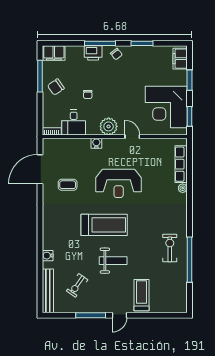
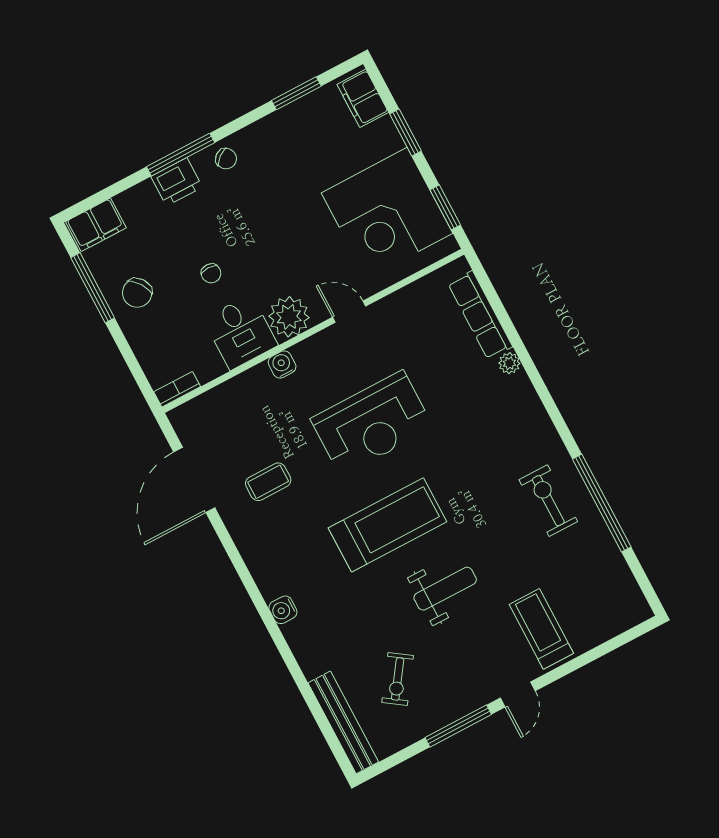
window: (142, 43) -> (296, 93), moved
desk: (74, 123) -> (241, 332), moved
water cooler: (48, 256) -> (283, 610), moved

